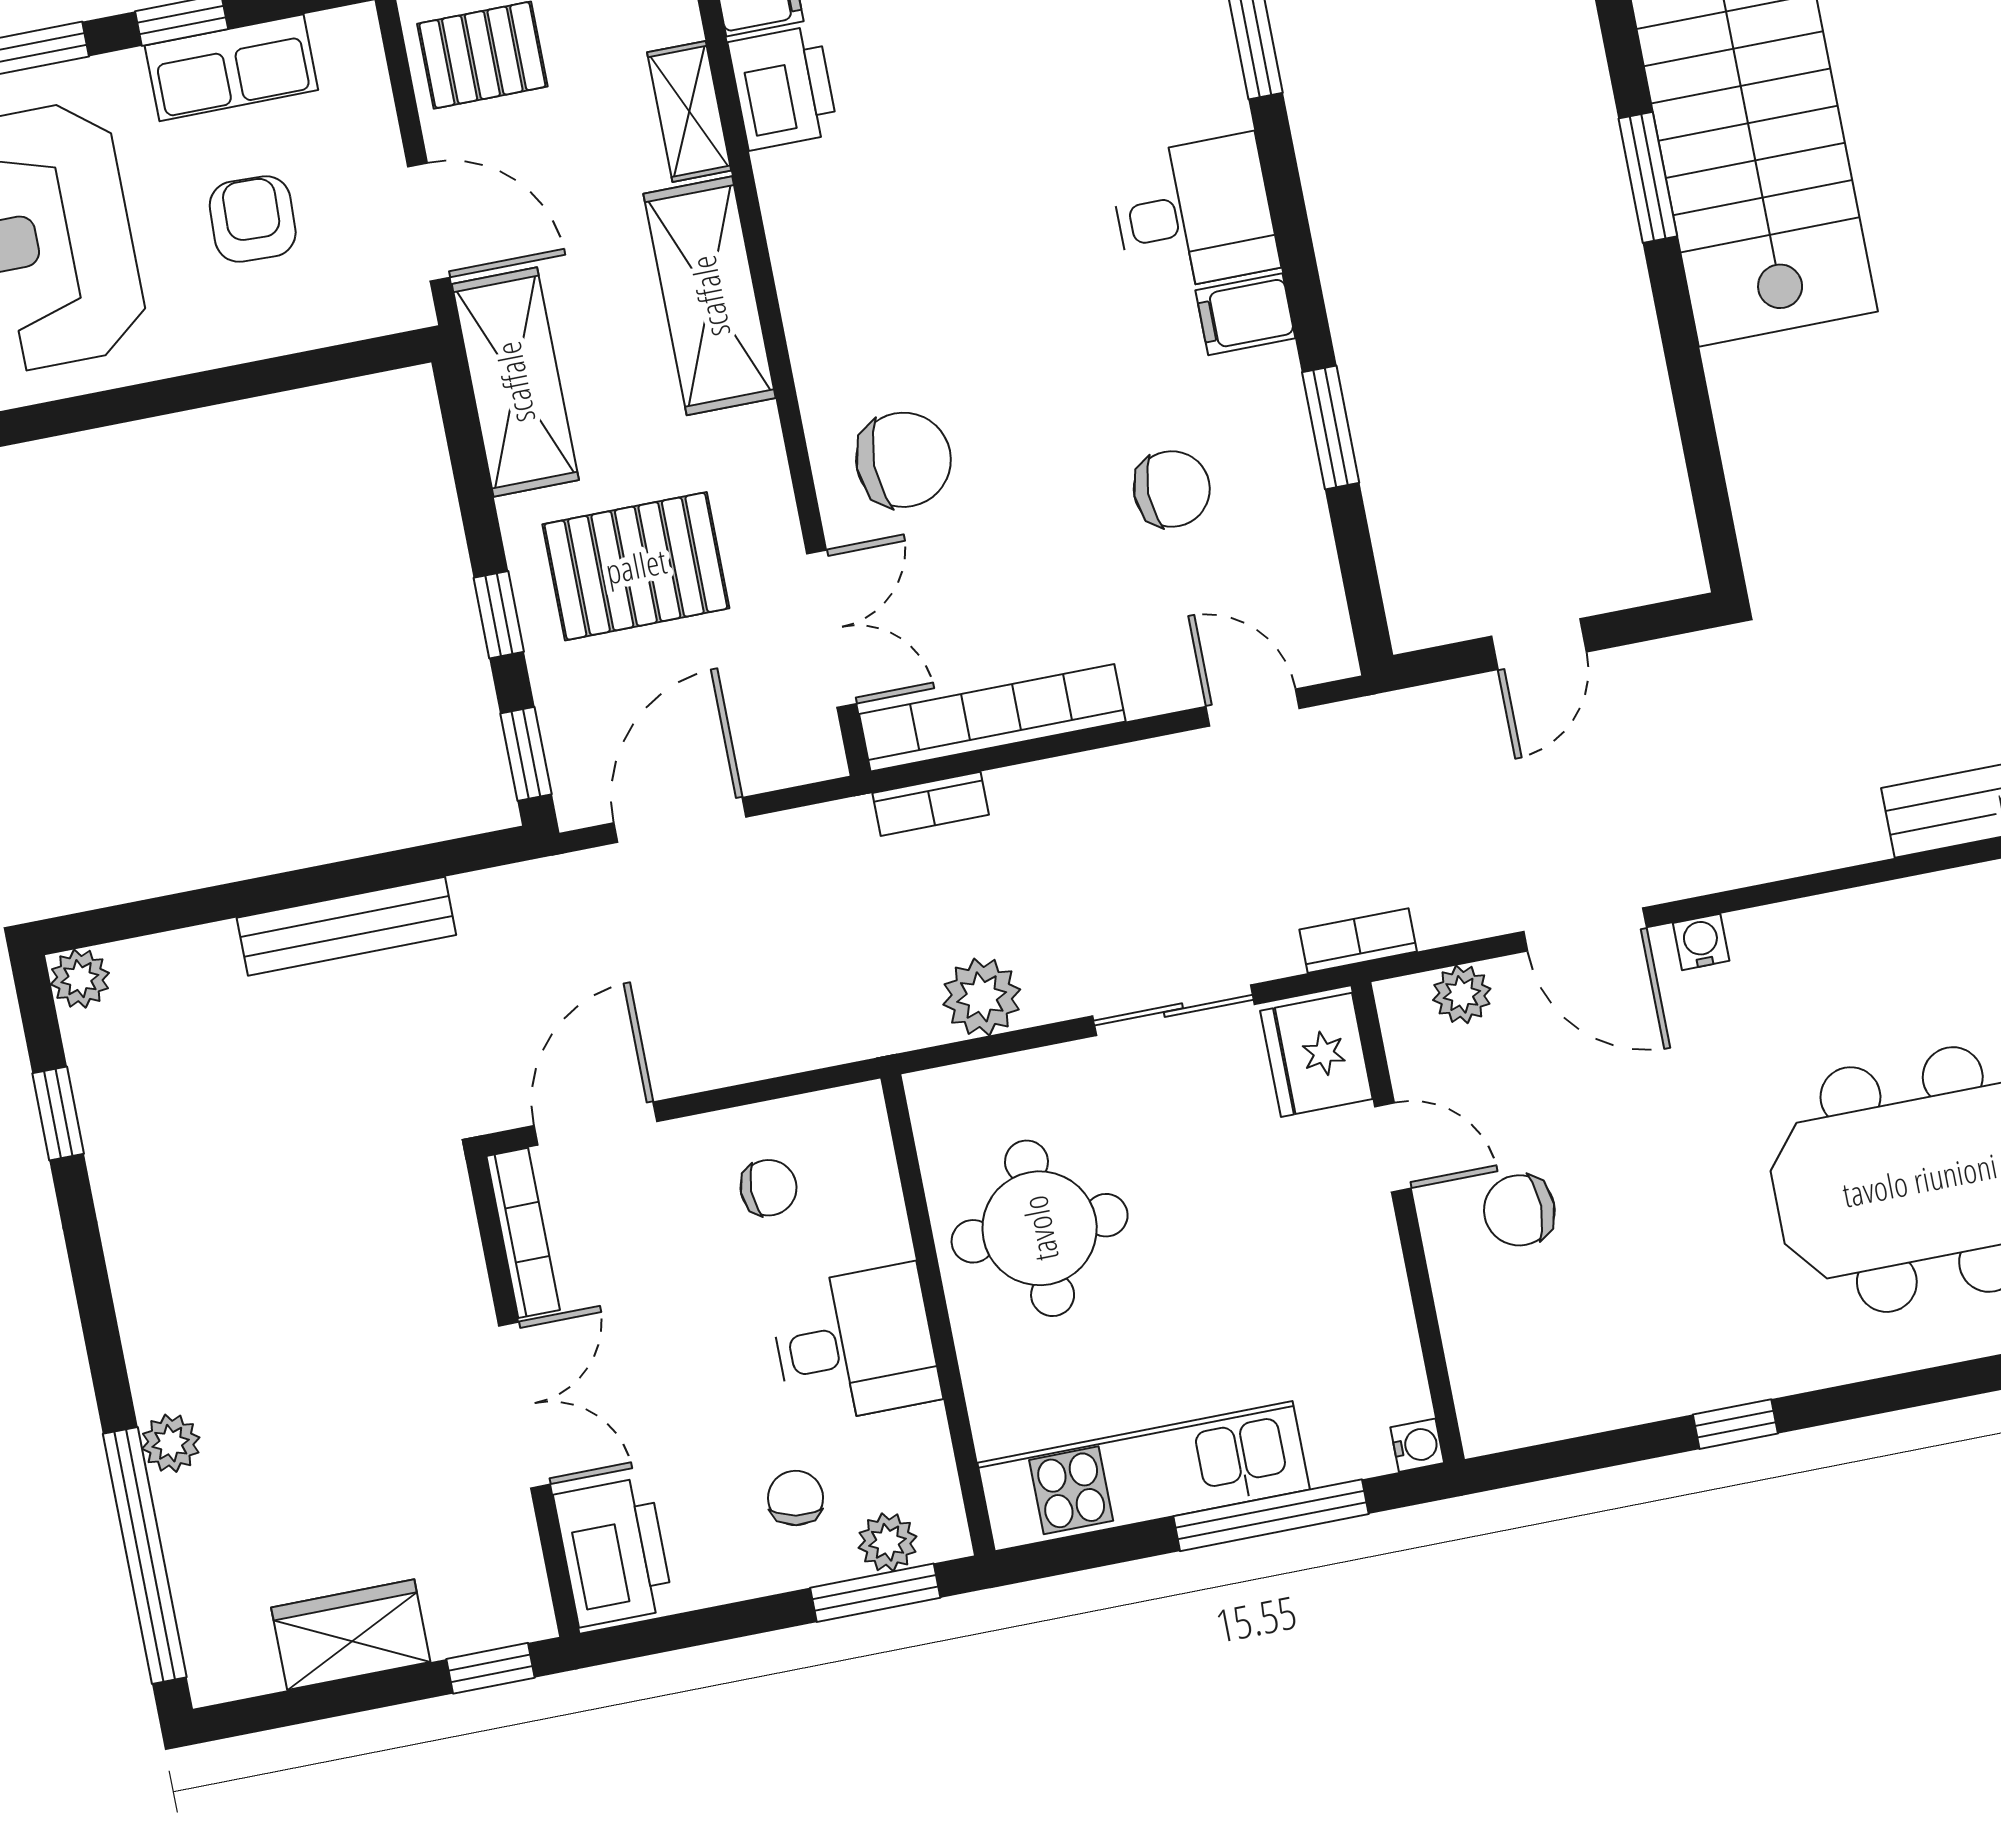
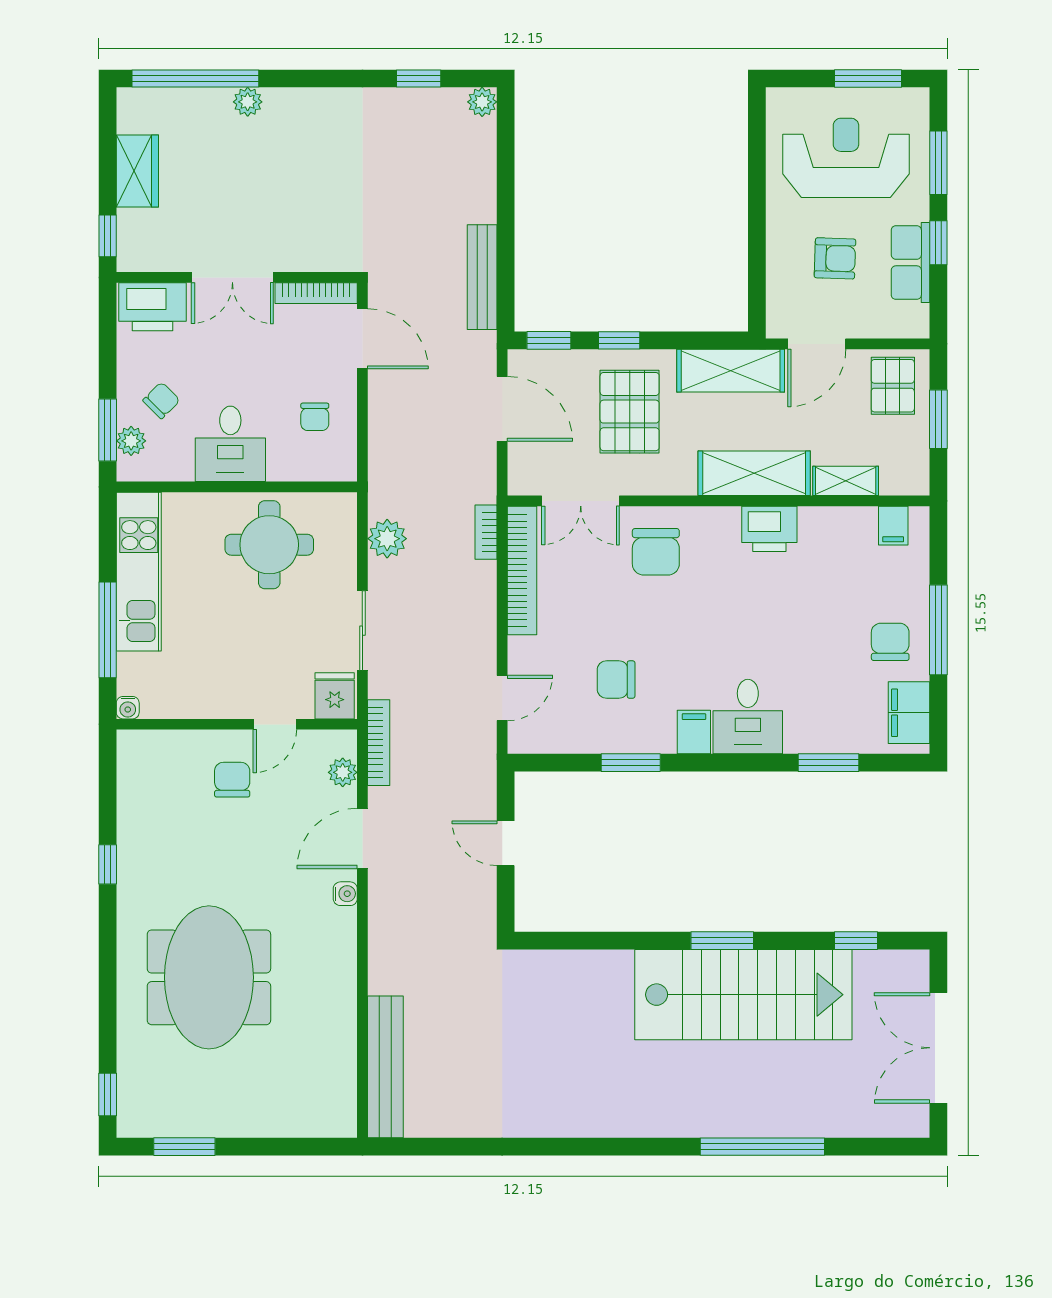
printer: (783, 88) -> (769, 529), moved
chair: (1172, 489) -> (616, 680), turned 90
bench: (346, 926) -> (482, 277), moved
bookcase: (1358, 941) -> (379, 743), width x1.56
fridge: (1316, 1055) -> (335, 696), width x0.72
chair: (796, 1498) -> (161, 400), turned -55

